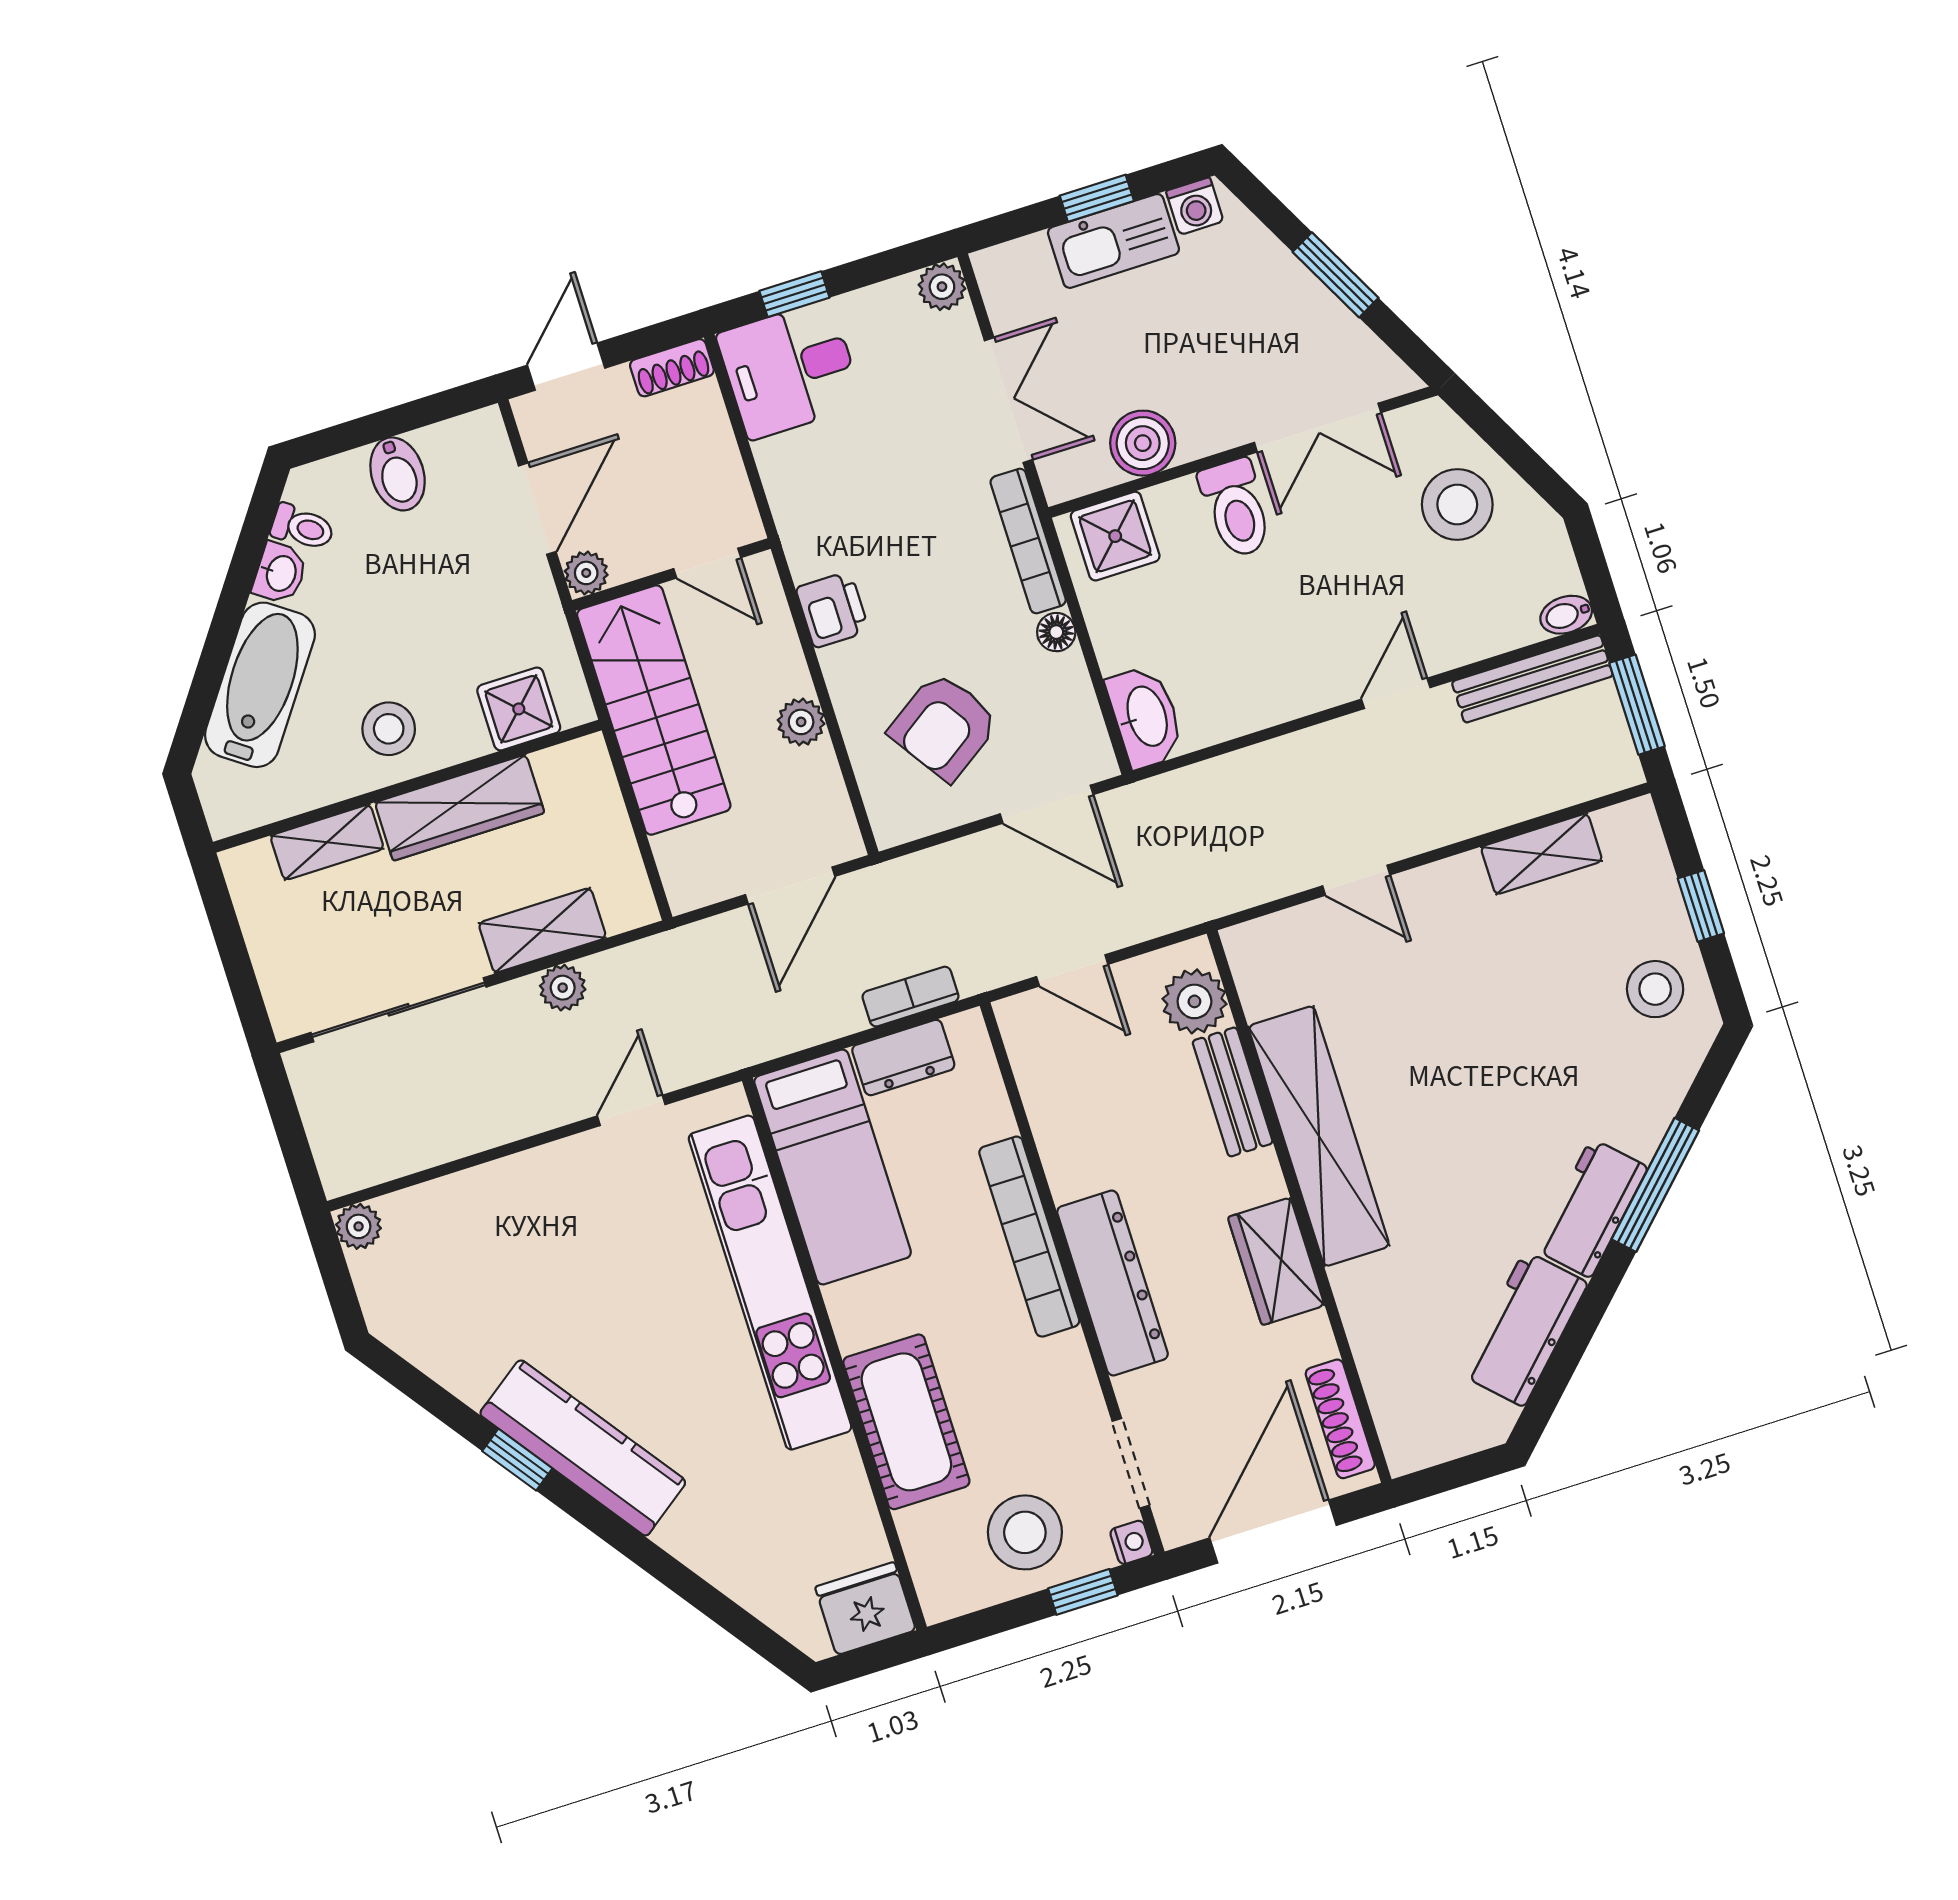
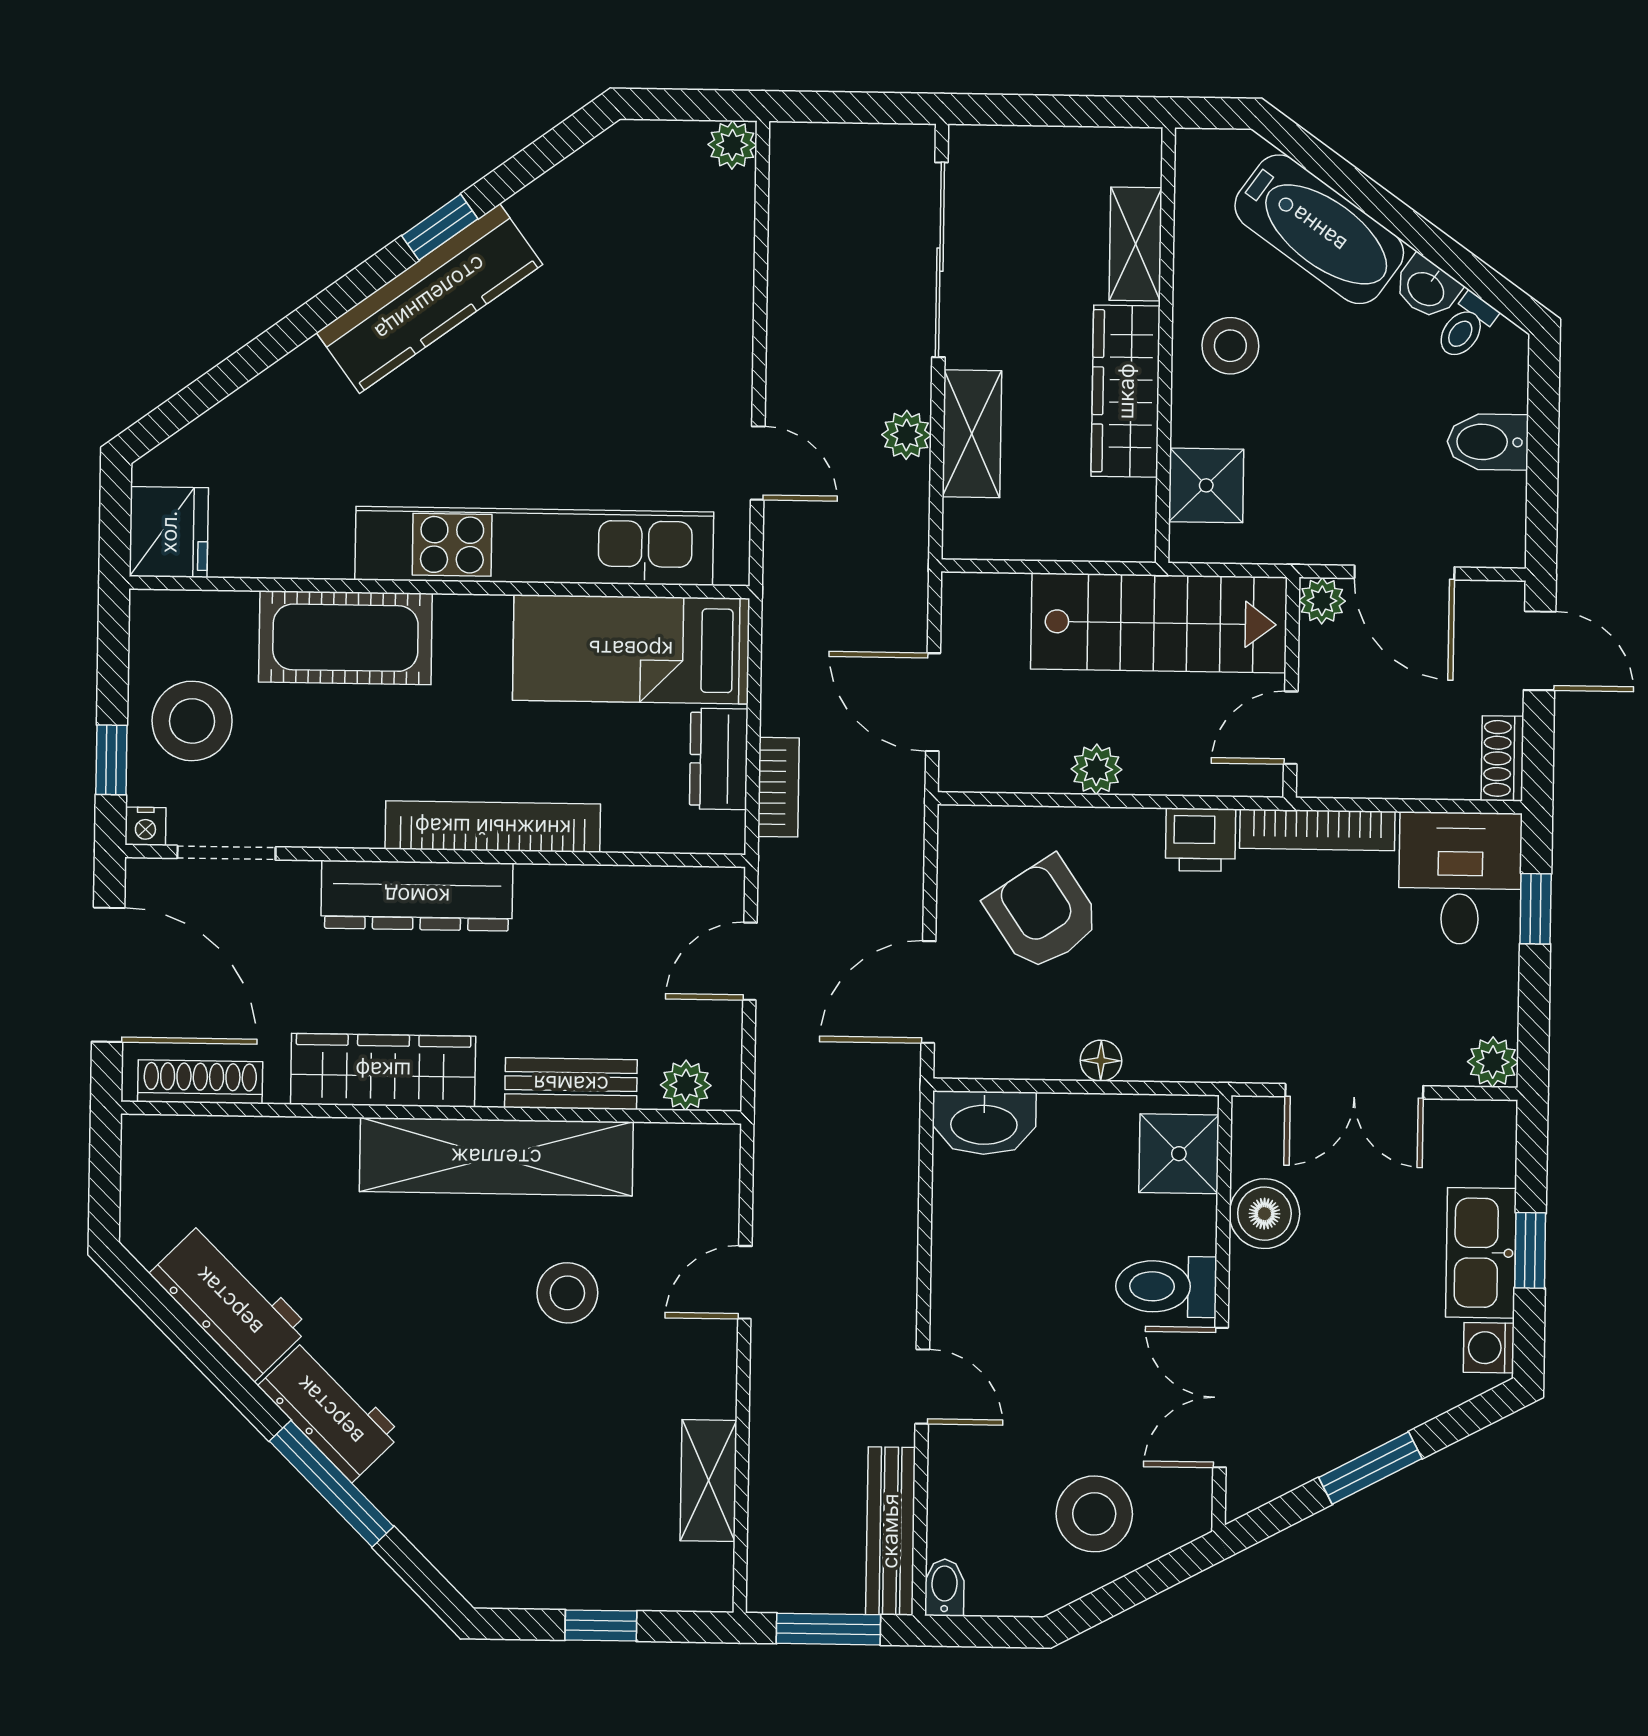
bookcase: (1028, 541) -> (1317, 830), moved, turned 180
stool: (1655, 989) -> (567, 1293), moved
plant: (1194, 1001) -> (686, 1085), width x0.73, depth x0.73
wardrobe: (1276, 1261) -> (383, 1070), width x1.50

